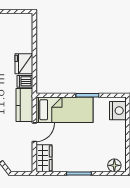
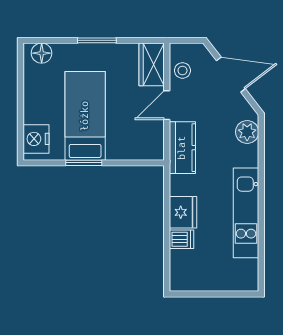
dishwasher: (25, 81) -> (181, 239), moved
bed: (64, 110) -> (85, 116), moved, turned 90
stool: (24, 154) -> (182, 70), added

